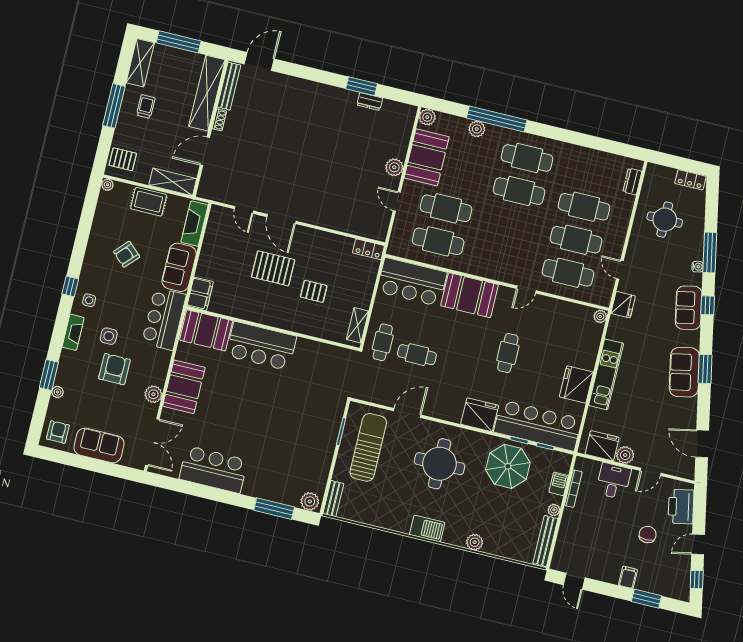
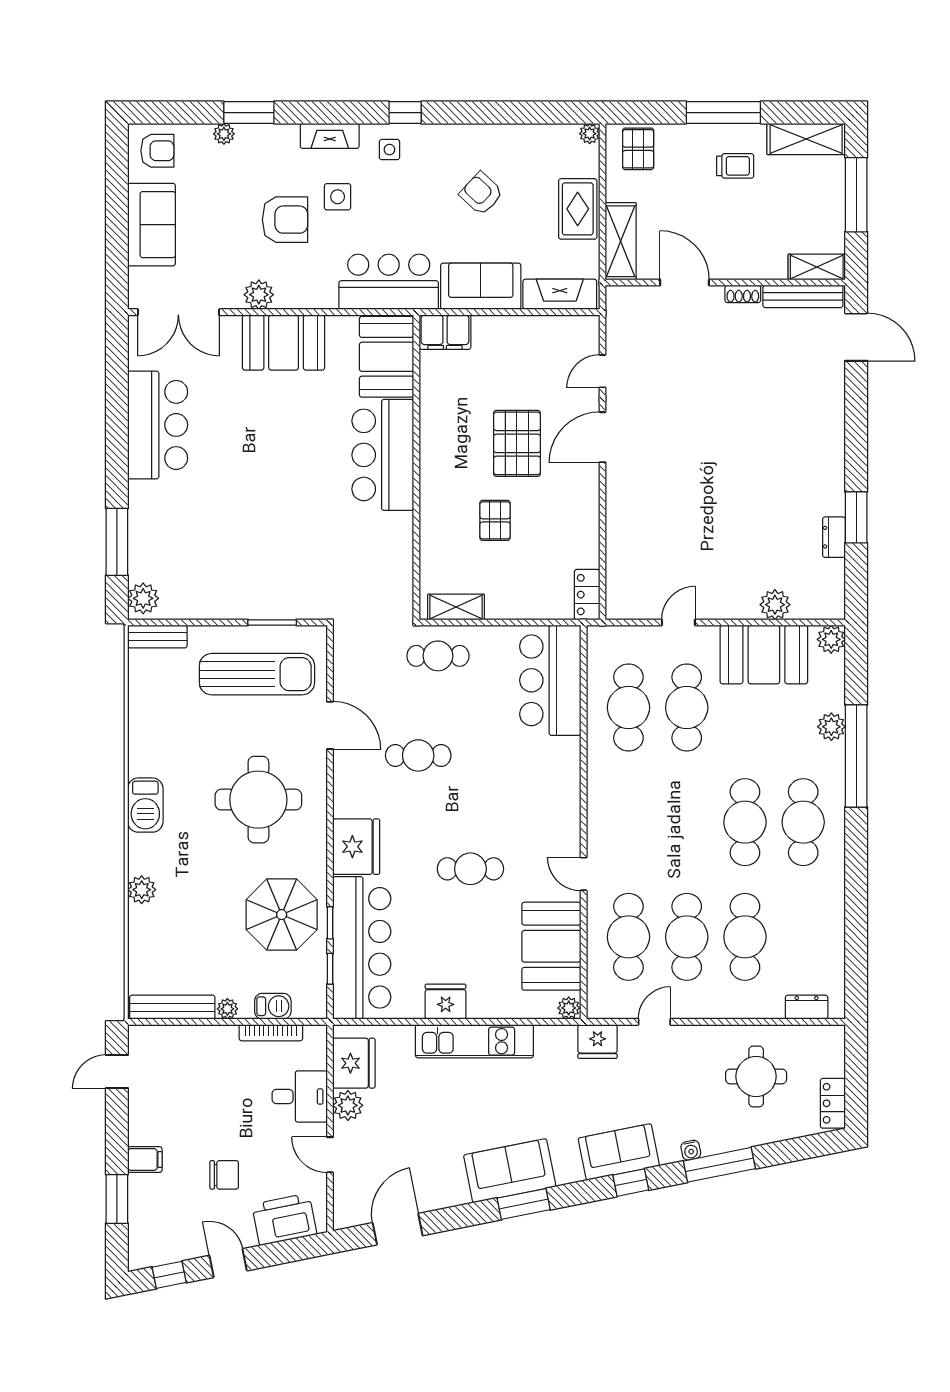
shelving: (207, 93) -> (817, 267), width x0.45, depth x0.75
plant: (394, 167) -> (775, 605), moved
booth: (469, 295) -> (551, 946), moved
cafe table: (417, 355) -> (418, 755), moved, turned 90
fridge: (576, 385) -> (446, 1002), width x0.73, depth x0.75

